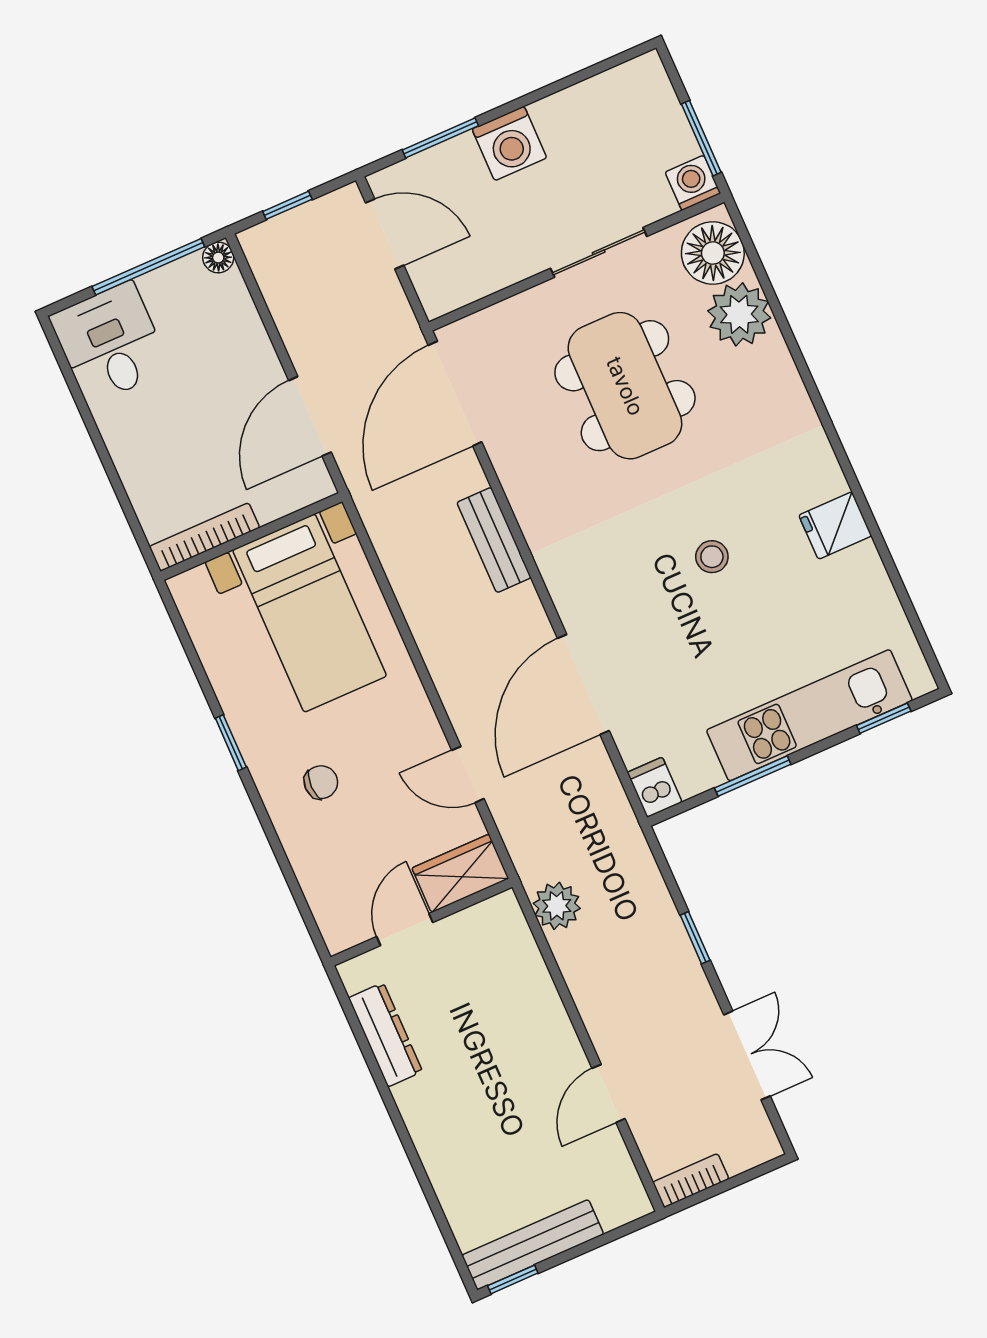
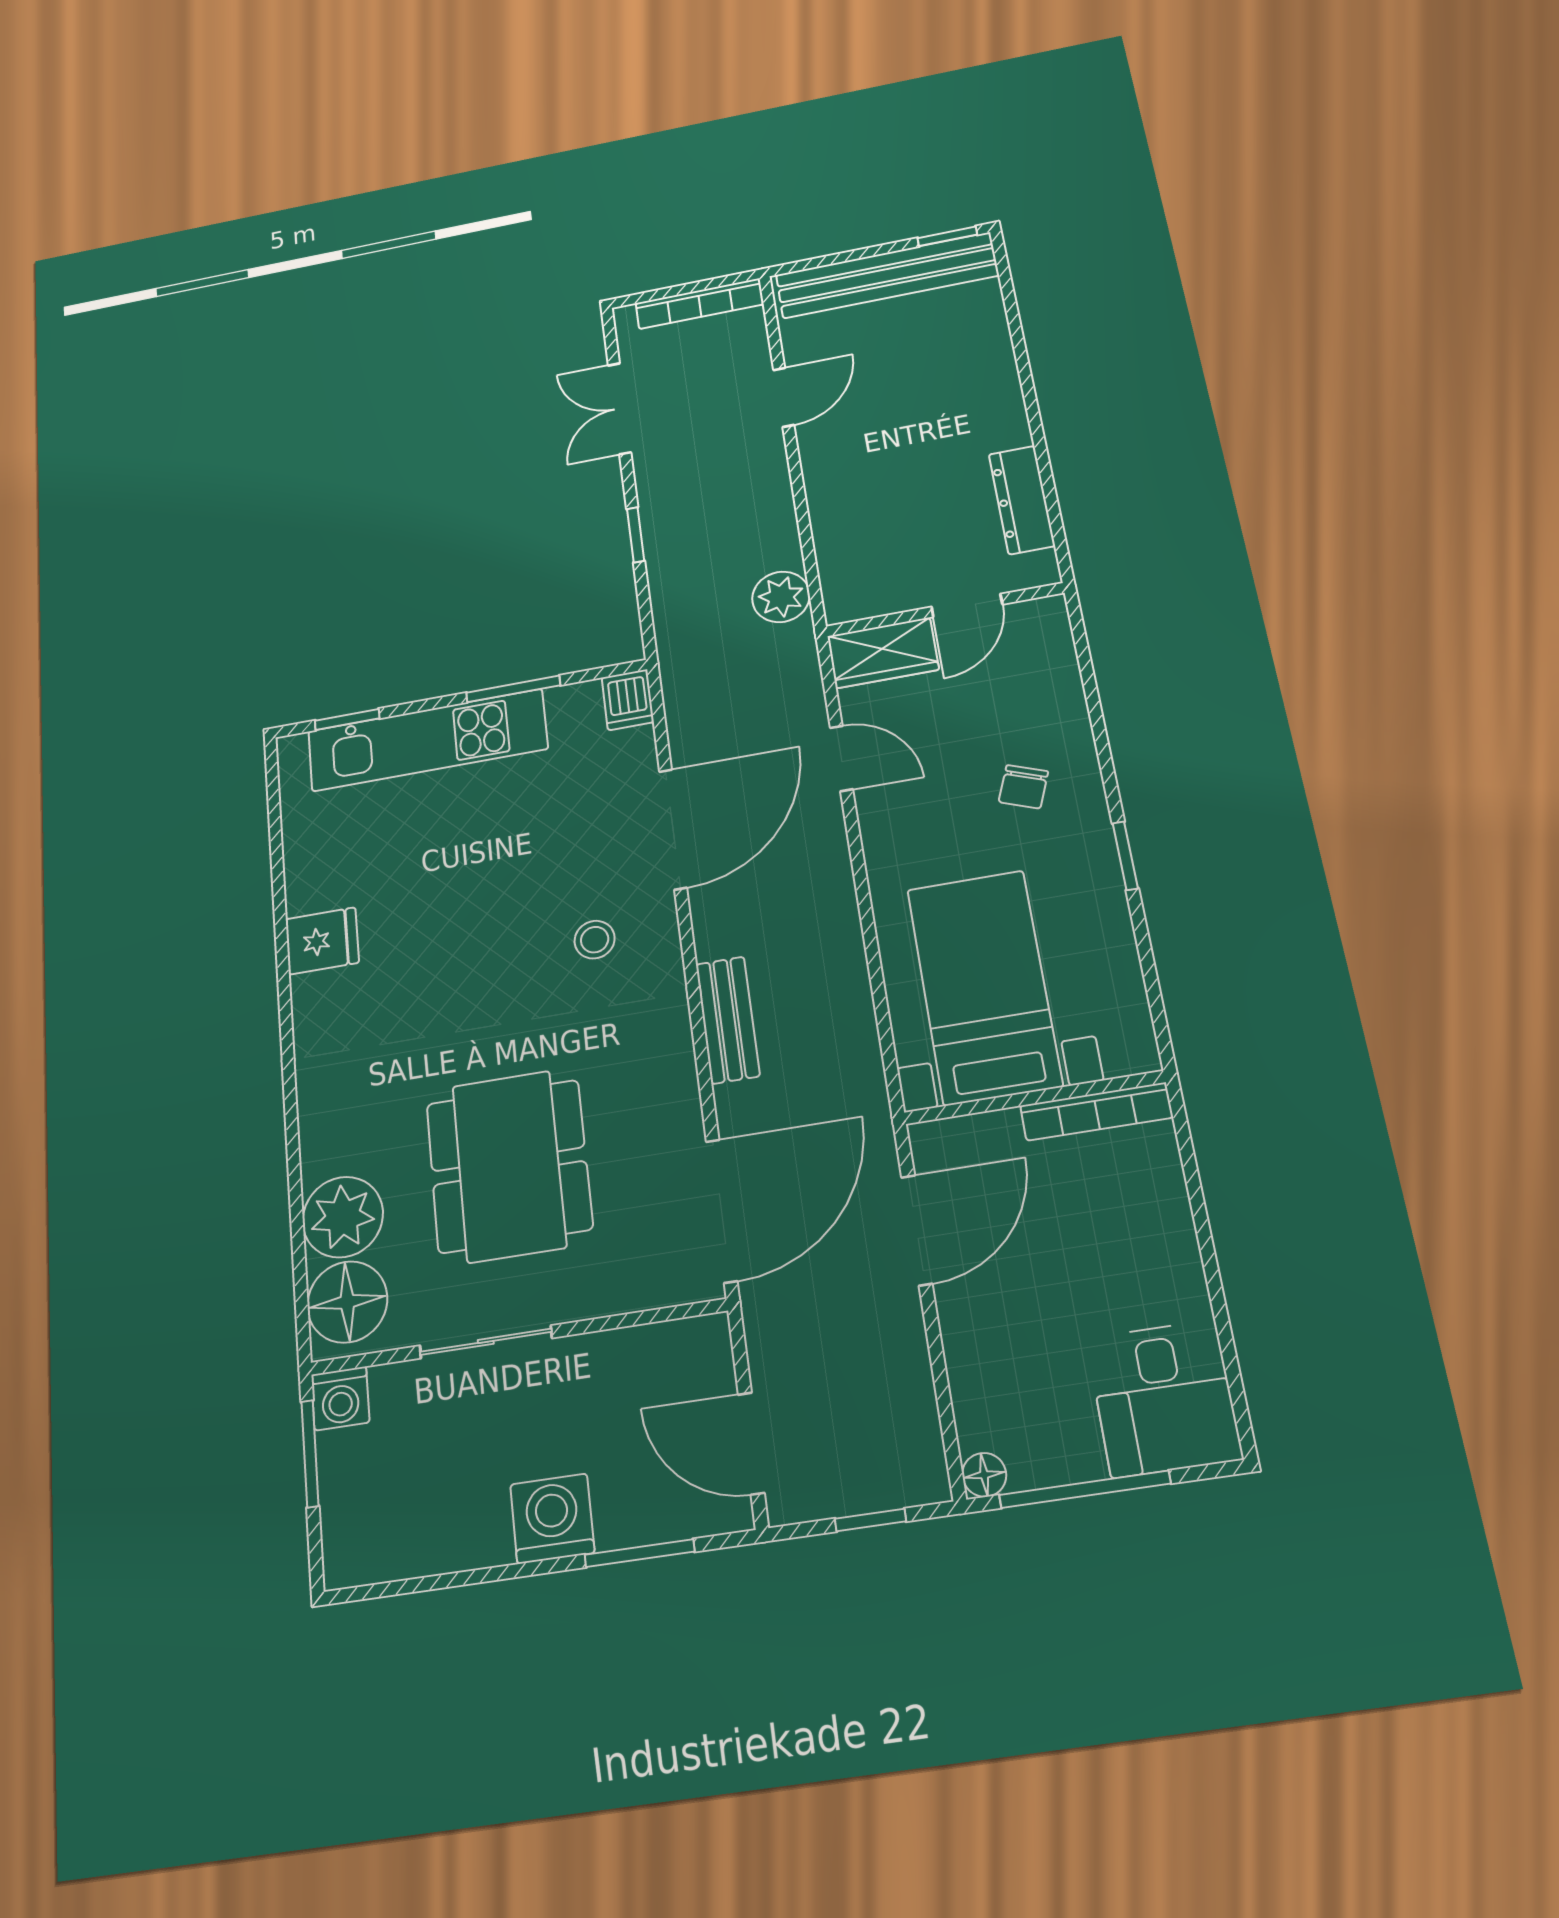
stool: (712, 557) -> (595, 940), moved
chair: (321, 782) -> (1023, 787), turned -69
bookcase: (691, 1181) -> (699, 304), width x1.56
bench: (533, 1245) -> (887, 275), width x1.37, depth x1.21

